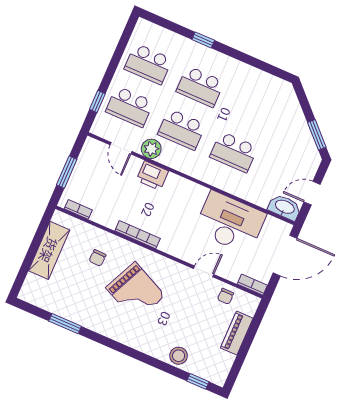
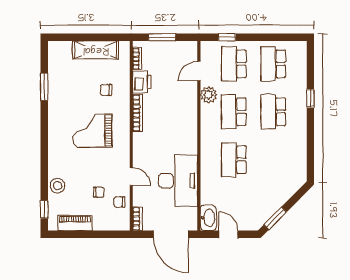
printer: (152, 176) -> (142, 82), moved, turned 180
grand piano: (135, 292) -> (93, 131), turned 65
chair: (205, 314) -> (99, 192), added
piano: (237, 333) -> (75, 223), moved

